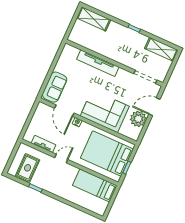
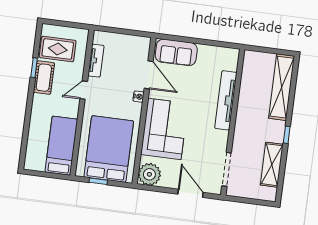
shelving: (94, 19) -> (282, 87), width x1.47
shelving: (161, 49) -> (272, 165), moved
door: (64, 111) -> (149, 75), swing flipped
plant: (138, 119) -> (149, 174), moved
door: (61, 159) -> (84, 90), swing flipped
cot: (44, 183) -> (44, 78), added

